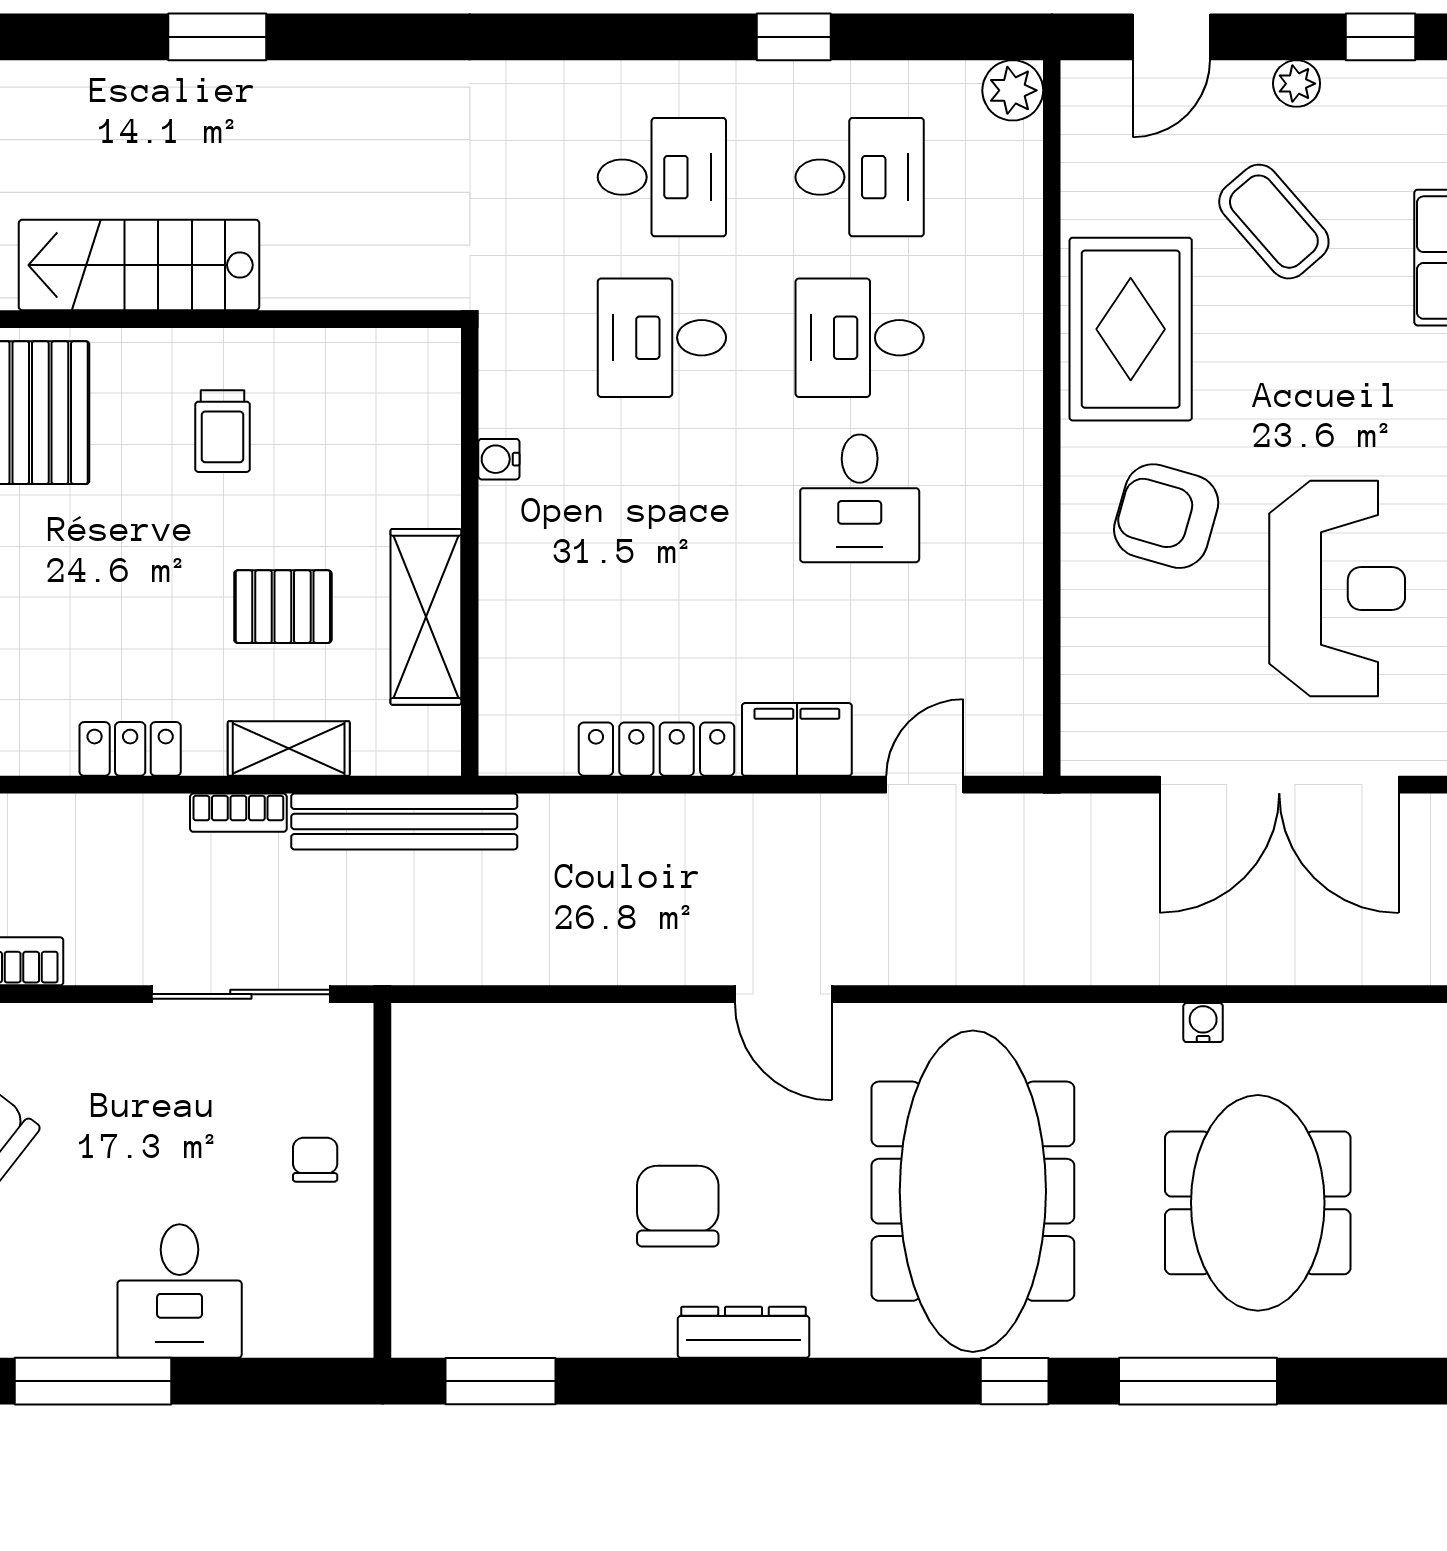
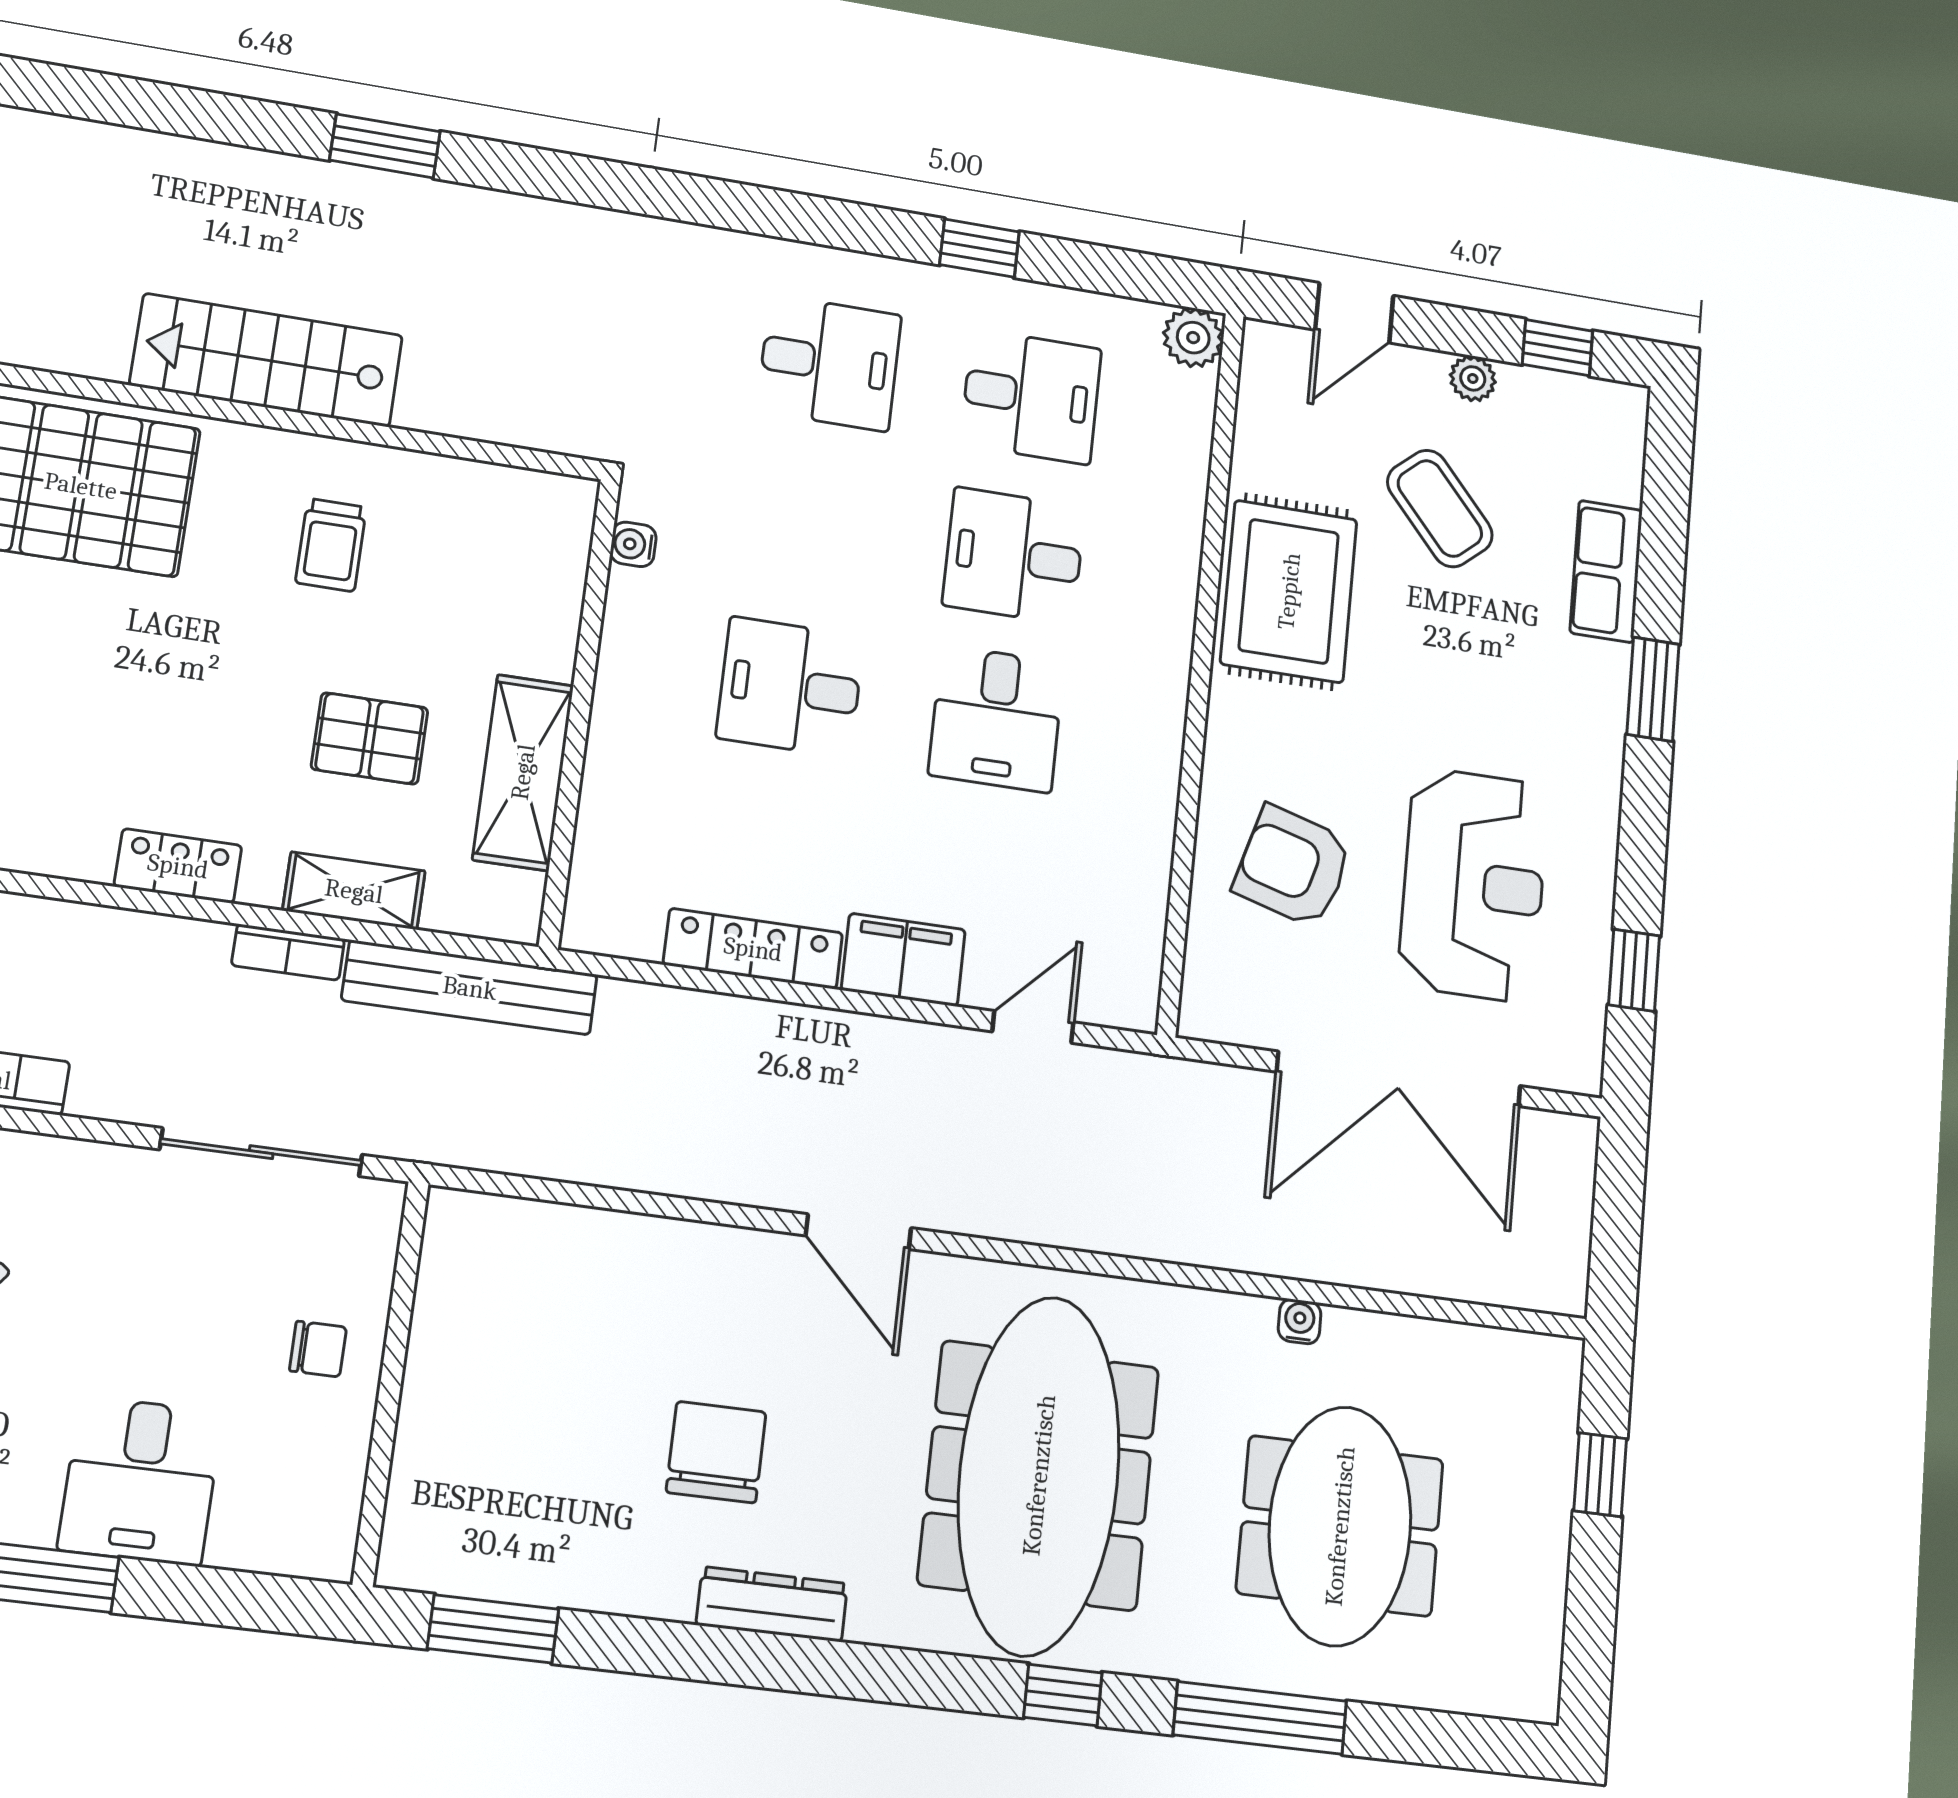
desk: (662, 338) -> (790, 687), moved
water cooler: (499, 459) -> (633, 544), moved
armchair: (1166, 516) -> (1293, 866), moved
chair: (315, 1160) -> (318, 1349), turned 90

